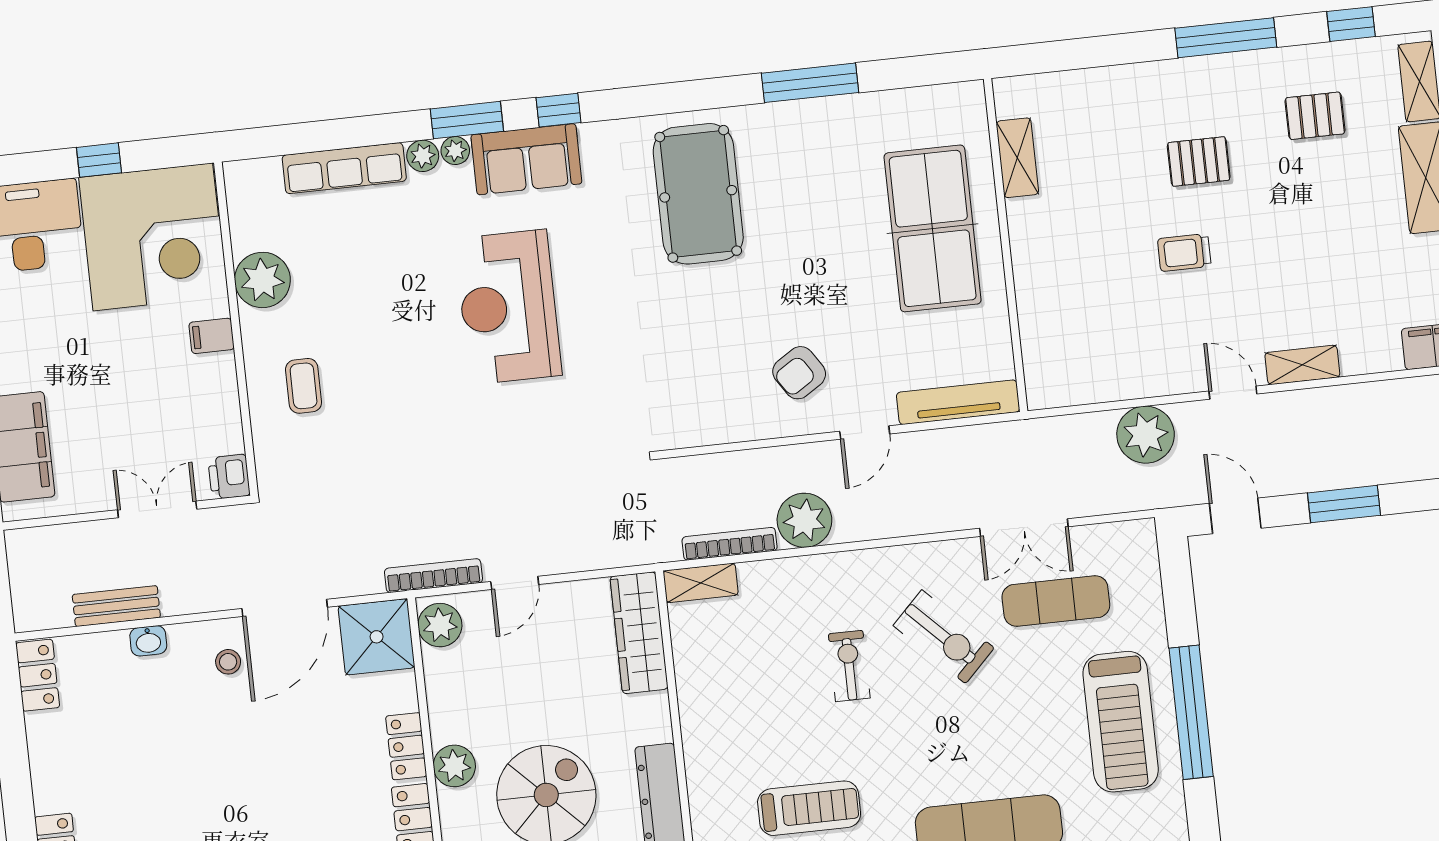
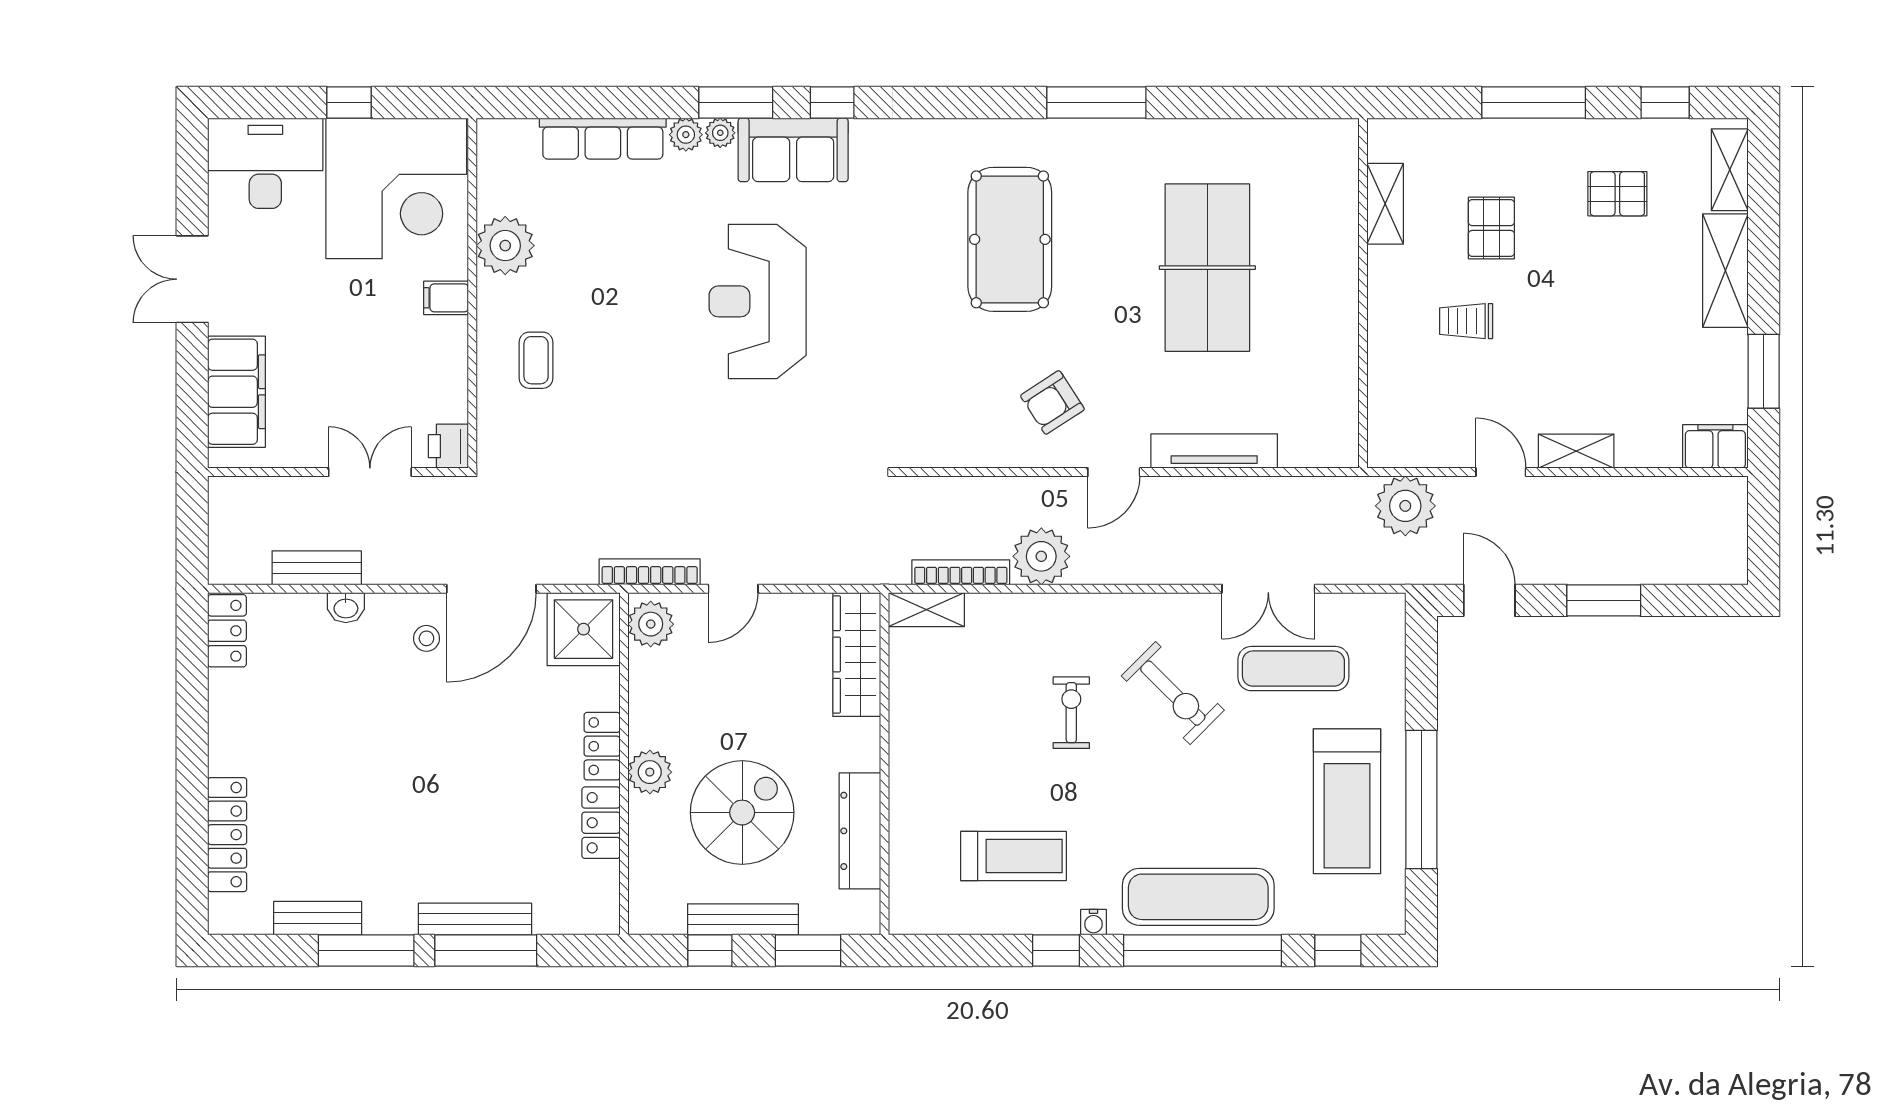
shelving: (1017, 158) -> (1385, 204), moved
pallet: (1199, 161) -> (1491, 228), turned 90
pool table: (698, 194) -> (1010, 239), moved
wall: (1006, 245) -> (1363, 293), moved

